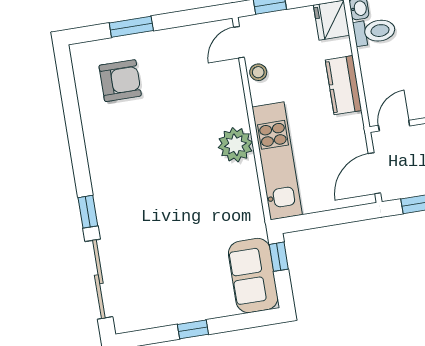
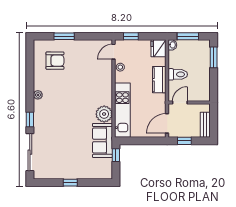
toilet: (374, 31) -> (178, 74), moved
plant: (235, 145) -> (104, 114), moved
plant: (96, 158) -> (38, 95), added
sofa: (253, 275) -> (102, 140), moved

